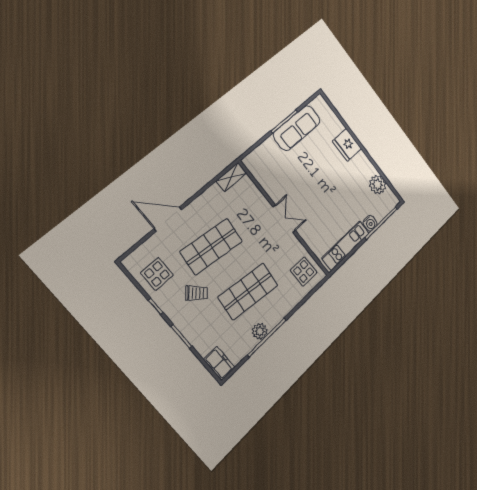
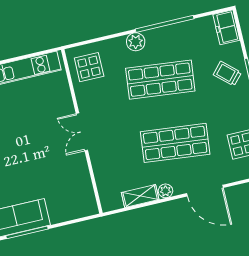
shelving: (231, 177) -> (140, 196), moved
plant: (199, 203) -> (166, 191), added
trolley: (197, 293) -> (227, 74), moved
plant: (260, 331) -> (136, 42), moved

